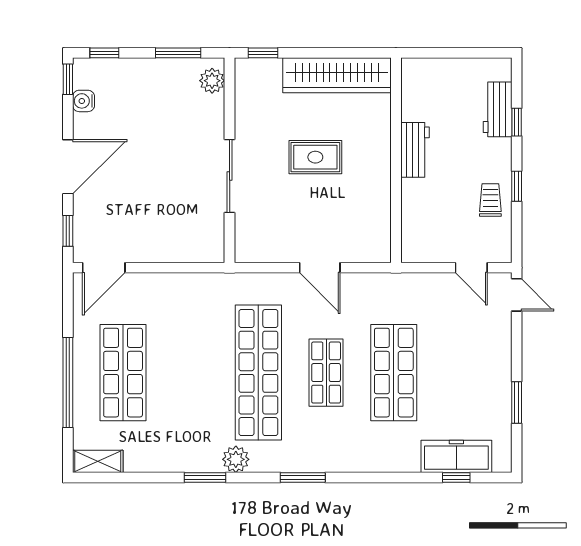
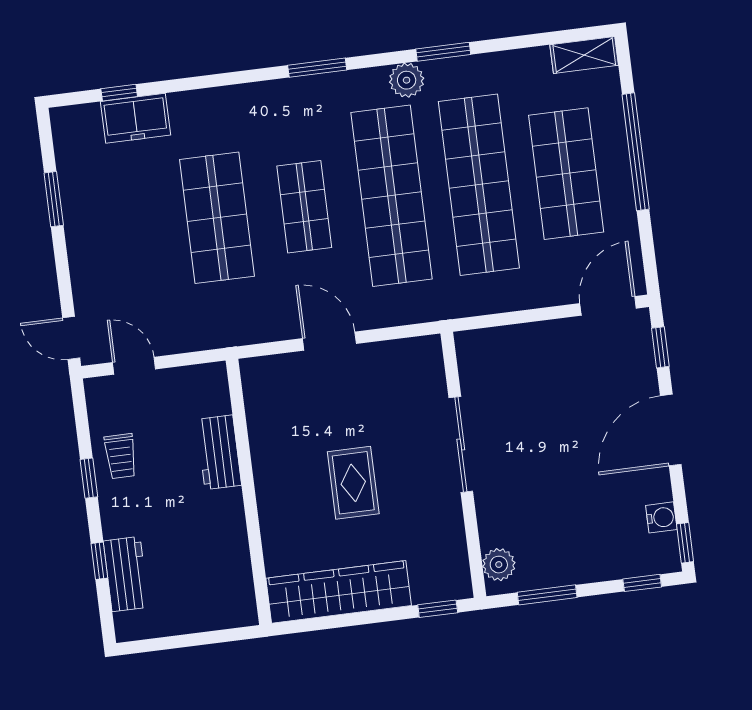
workbench: (415, 150) -> (219, 452), moved
rug: (315, 157) -> (353, 483), turned 90
shop shelf: (191, 373) -> (479, 185), added
freezer: (456, 456) -> (136, 118), width x0.71

